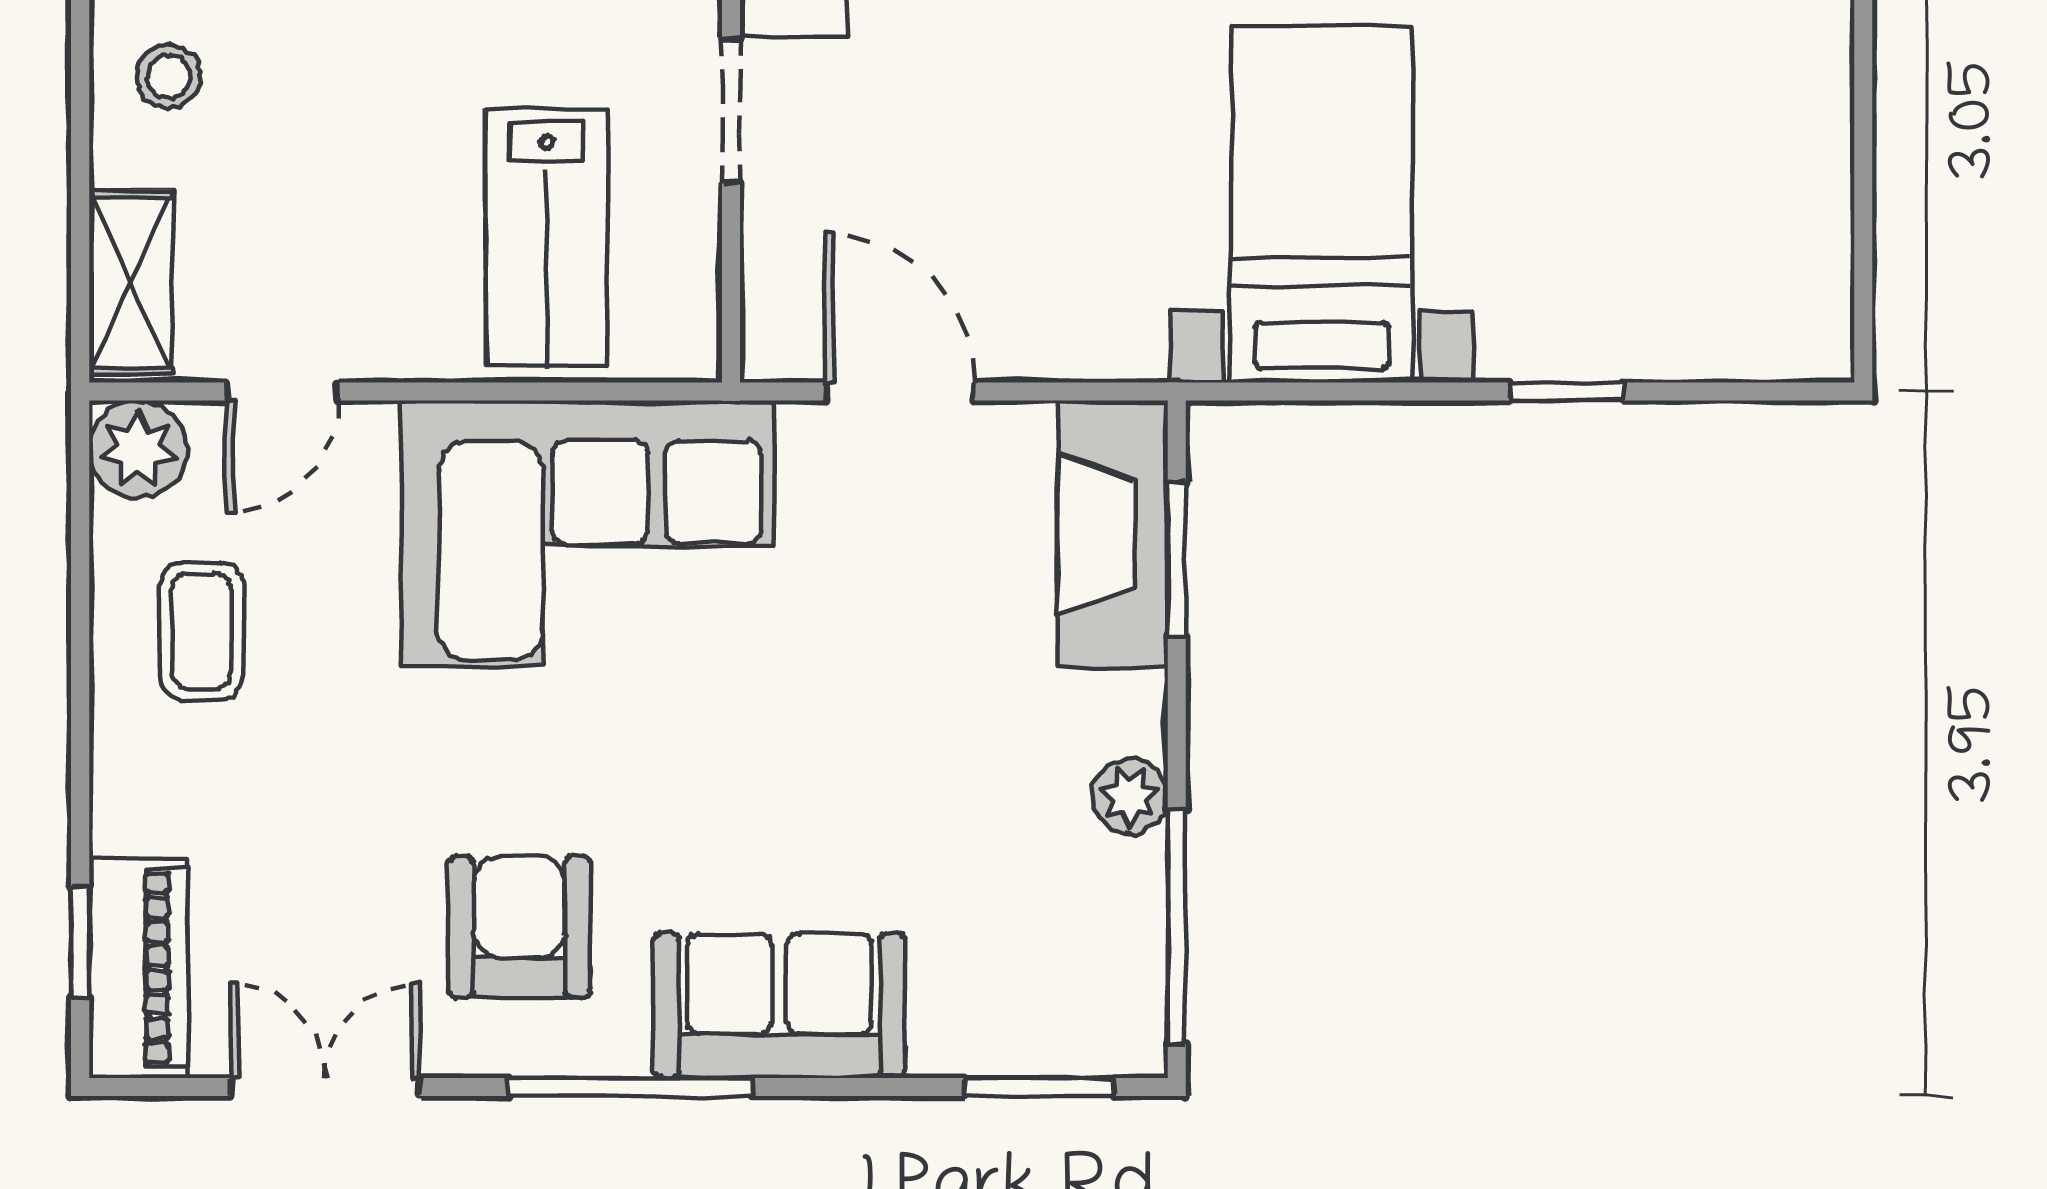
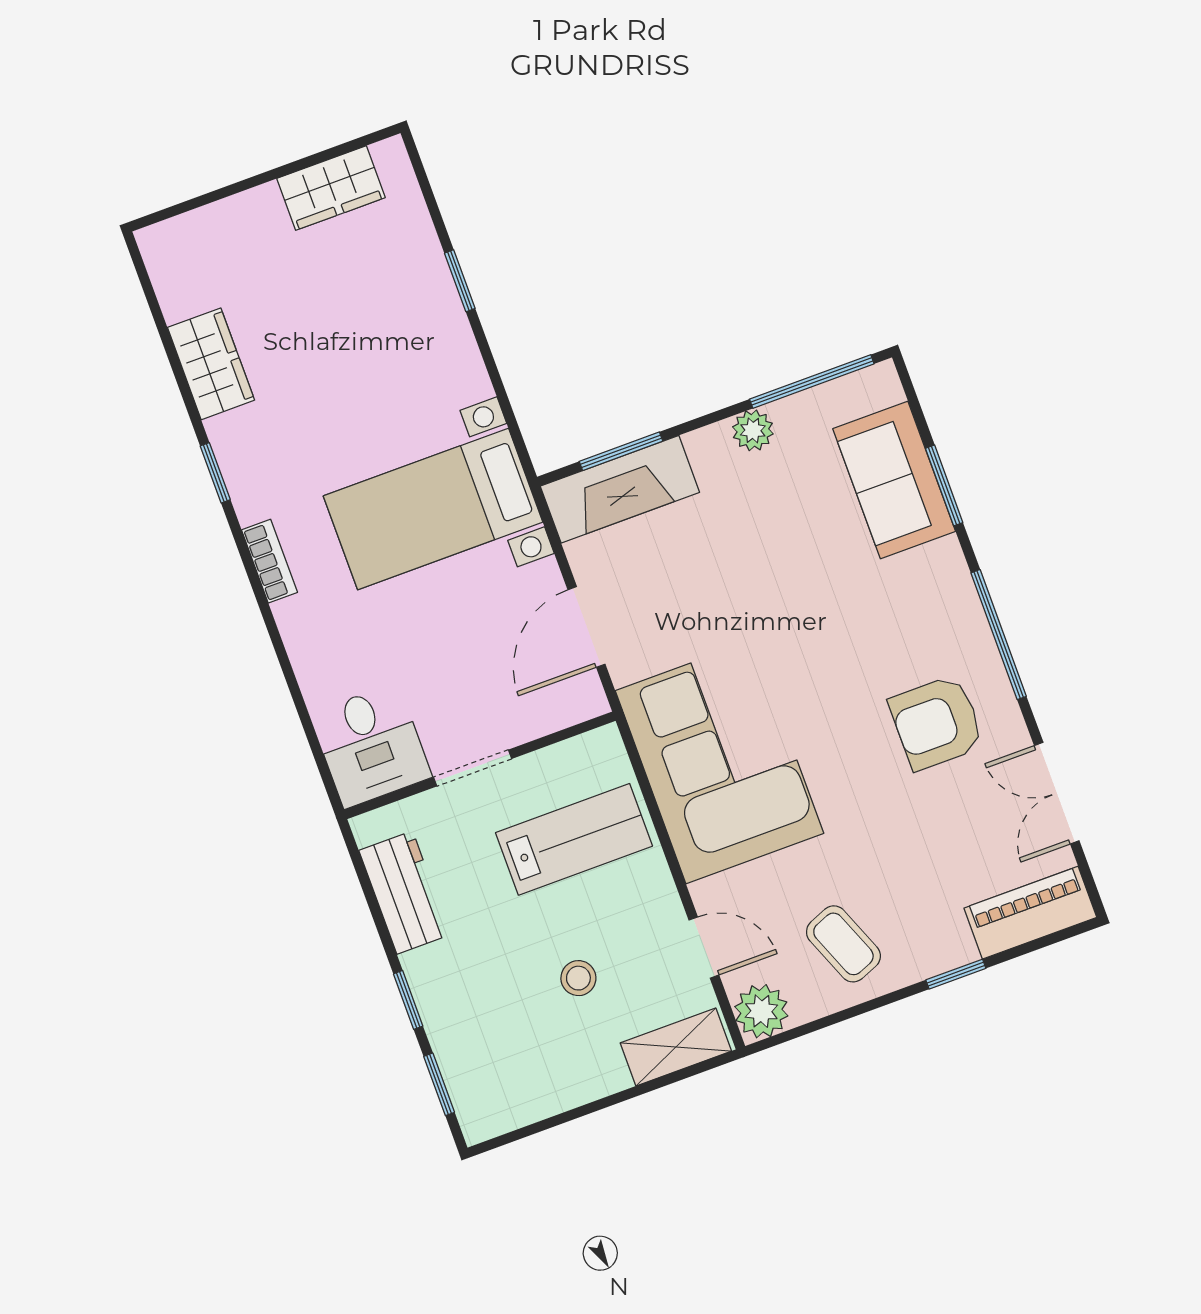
stool: (169, 76) -> (578, 978), moved
bed with nightstands: (1322, 204) -> (433, 509), moved
wardrobe: (1804, 230) -> (331, 188), added
coffee table: (201, 631) -> (843, 944), turned 68
window: (80, 942) -> (956, 974), moved
sofa: (779, 1006) -> (894, 480), moved
window: (1039, 1087) -> (944, 485), moved

